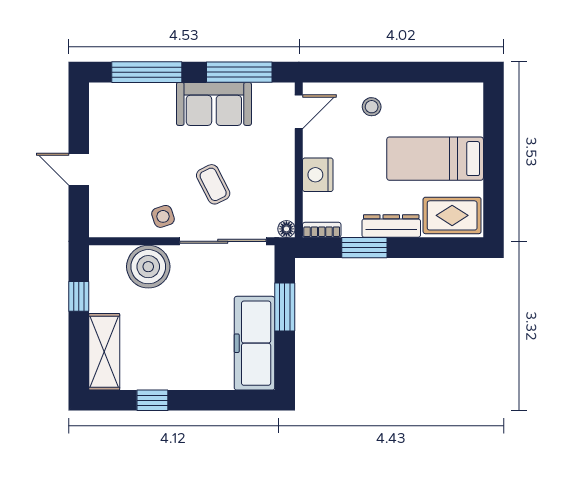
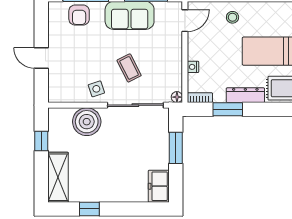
armchair: (137, 103) -> (79, 15), added
nightstand: (318, 175) -> (193, 67), width x0.53, depth x0.56
freezer: (254, 343) -> (159, 186), width x0.52, depth x0.79

